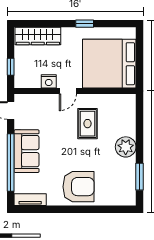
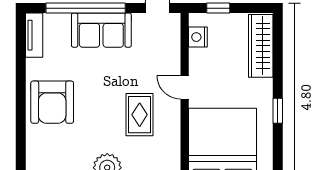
nightstand: (49, 81) -> (198, 37), moved
rug: (88, 124) -> (140, 115), turned 90

